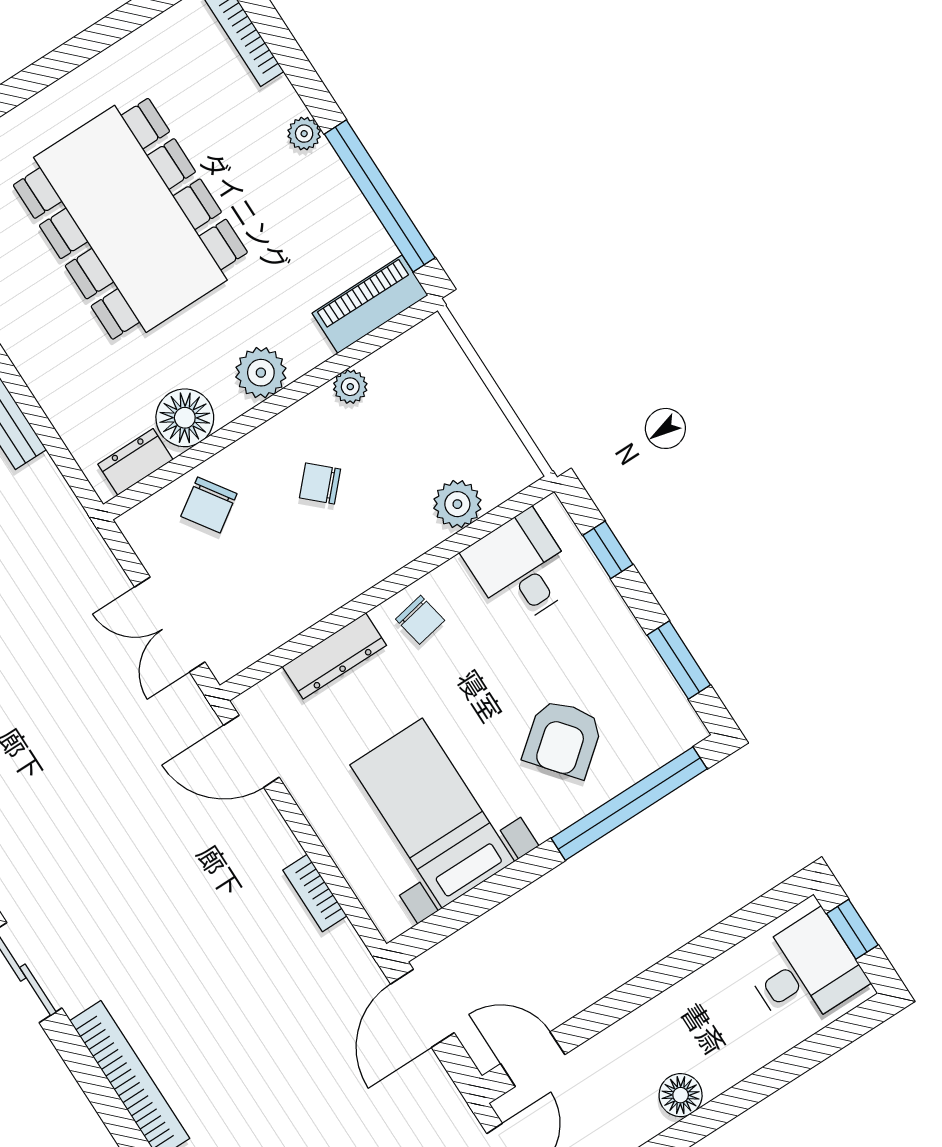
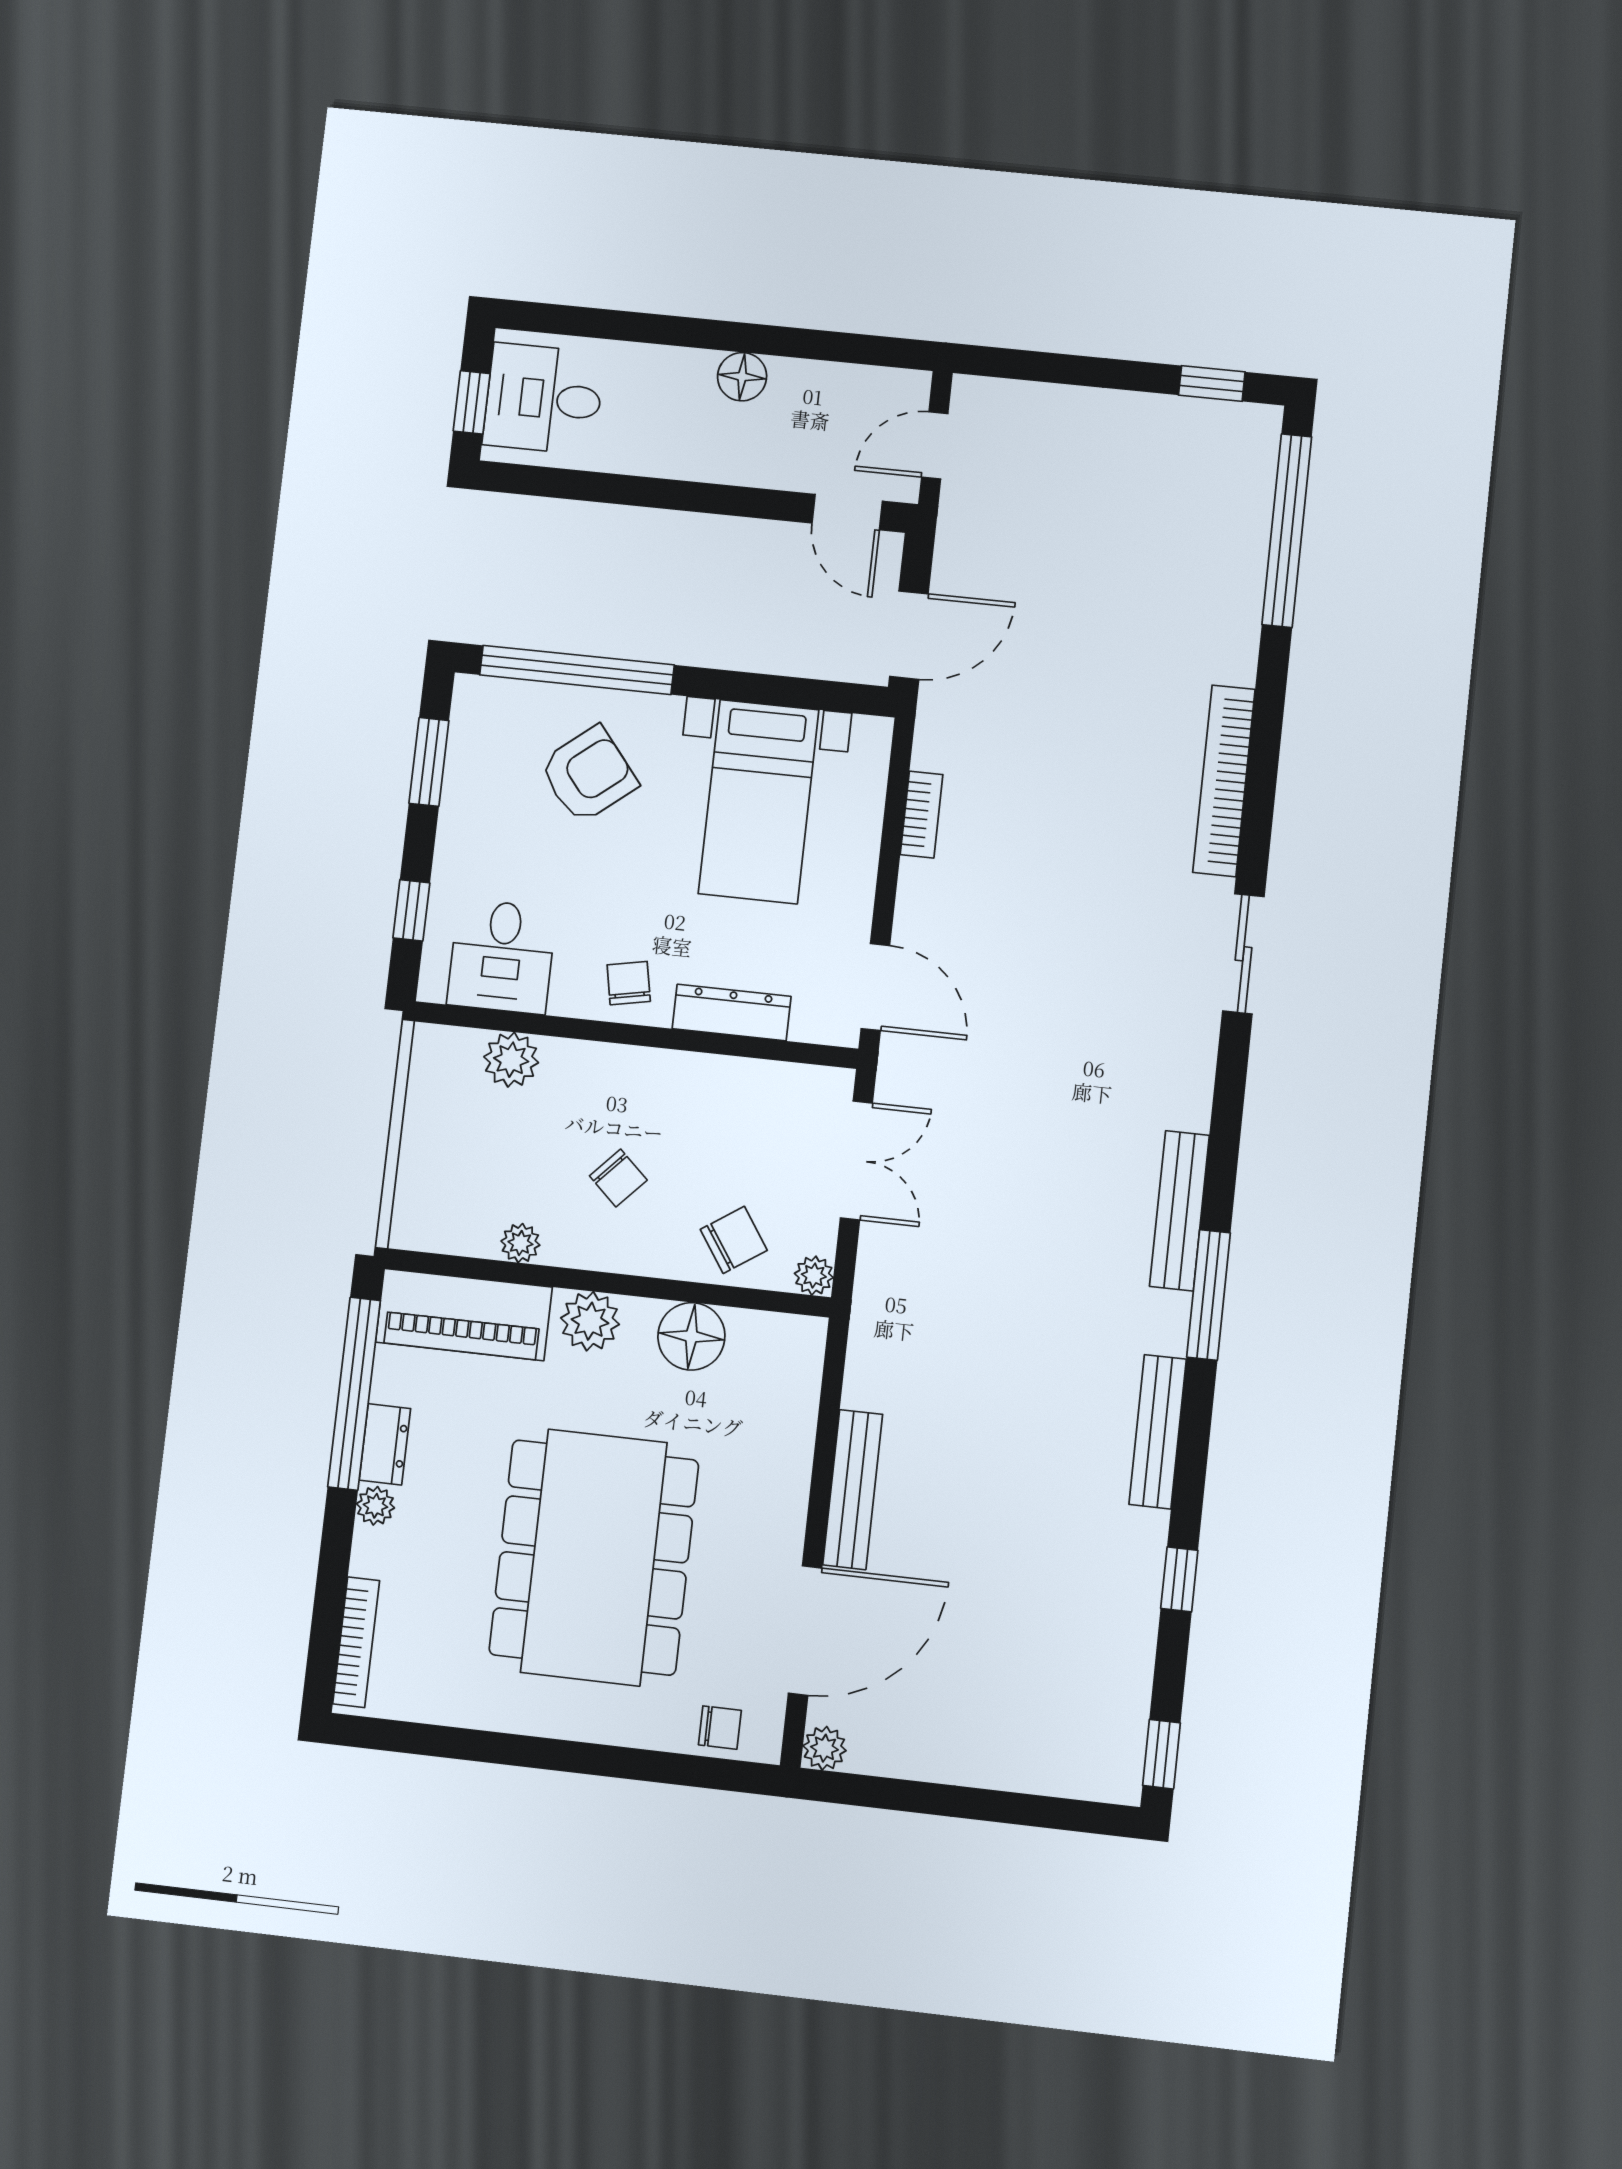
piano: (370, 304) -> (464, 1315), width x1.37, depth x1.33
dresser: (135, 462) -> (385, 1444), moved, turned -90
plant: (136, 525) -> (814, 1276), added

